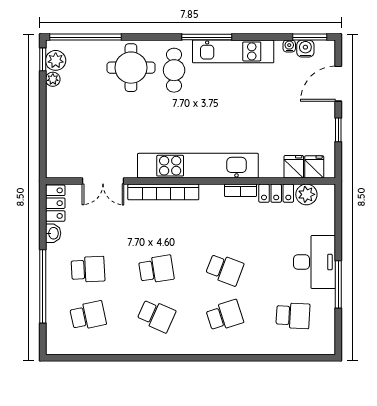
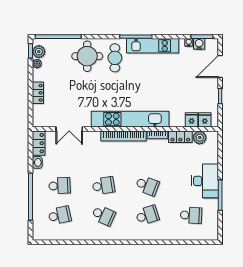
locker: (54, 125) -> (38, 93), added
bookcase: (163, 192) -> (124, 136), moved

